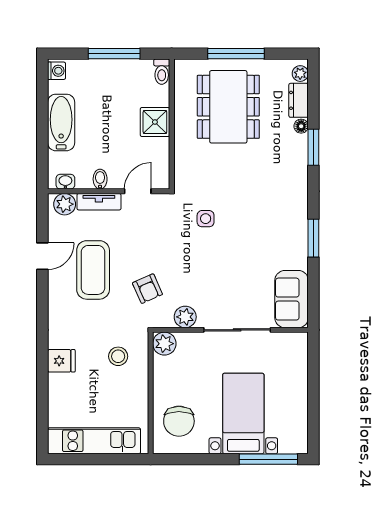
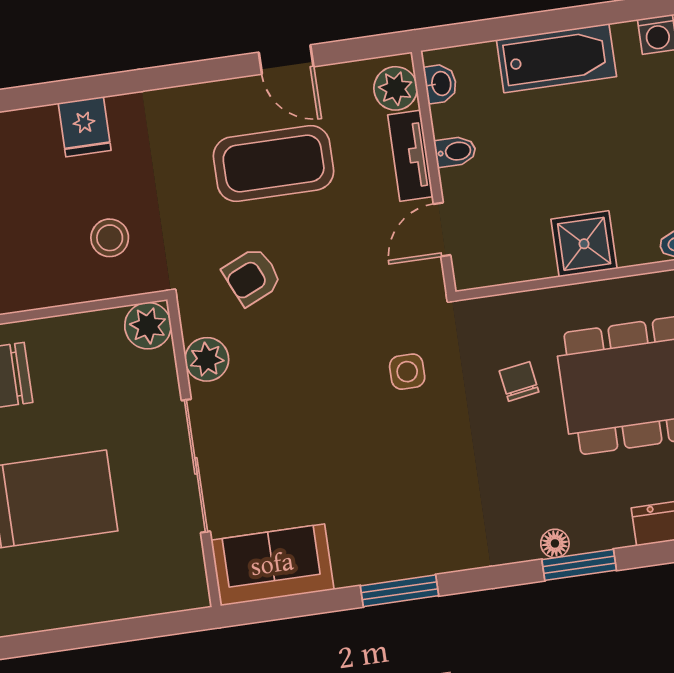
floor lamp: (301, 126) -> (555, 543), moved
chair: (218, 164) -> (519, 381), added
door: (138, 191) -> (442, 230), swing flipped

